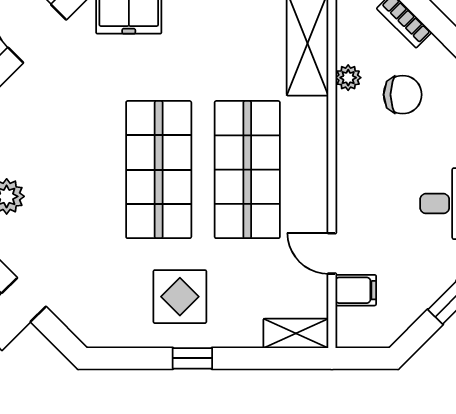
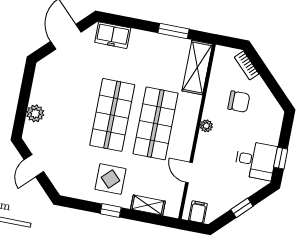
plant: (348, 78) -> (206, 126), moved
filing cabinet: (356, 290) -> (198, 212), moved, turned -90
shelving: (296, 333) -> (148, 205), moved

